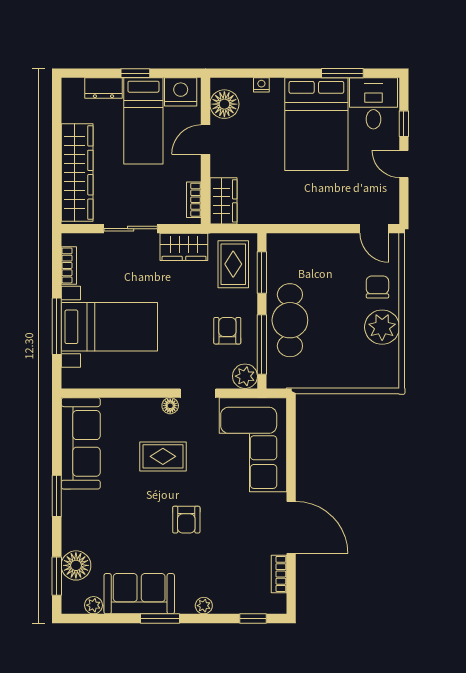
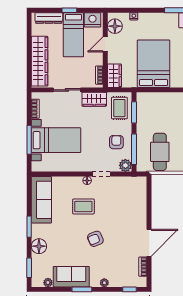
dresser: (103, 88) -> (49, 18), width x1.44
bed: (316, 124) -> (154, 64), moved, turned 180
cafe table: (290, 320) -> (160, 152), moved
corner sofa: (253, 445) -> (130, 200), removed
armchair: (186, 520) -> (95, 239), turned 68
door: (291, 527) -> (149, 243), hinge flipped
floor lamp: (76, 565) -> (39, 246), moved

